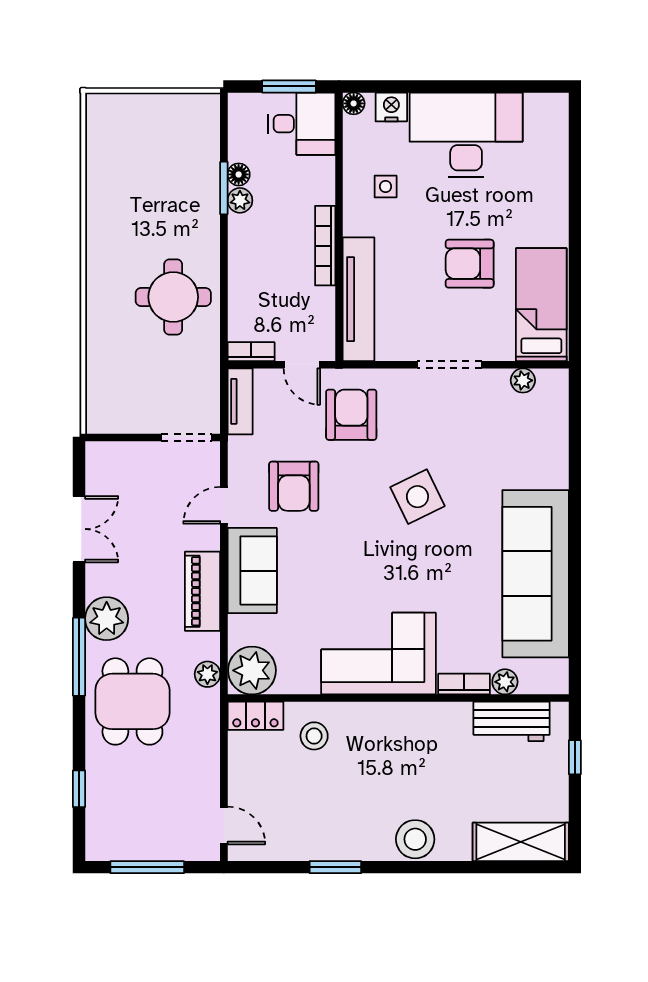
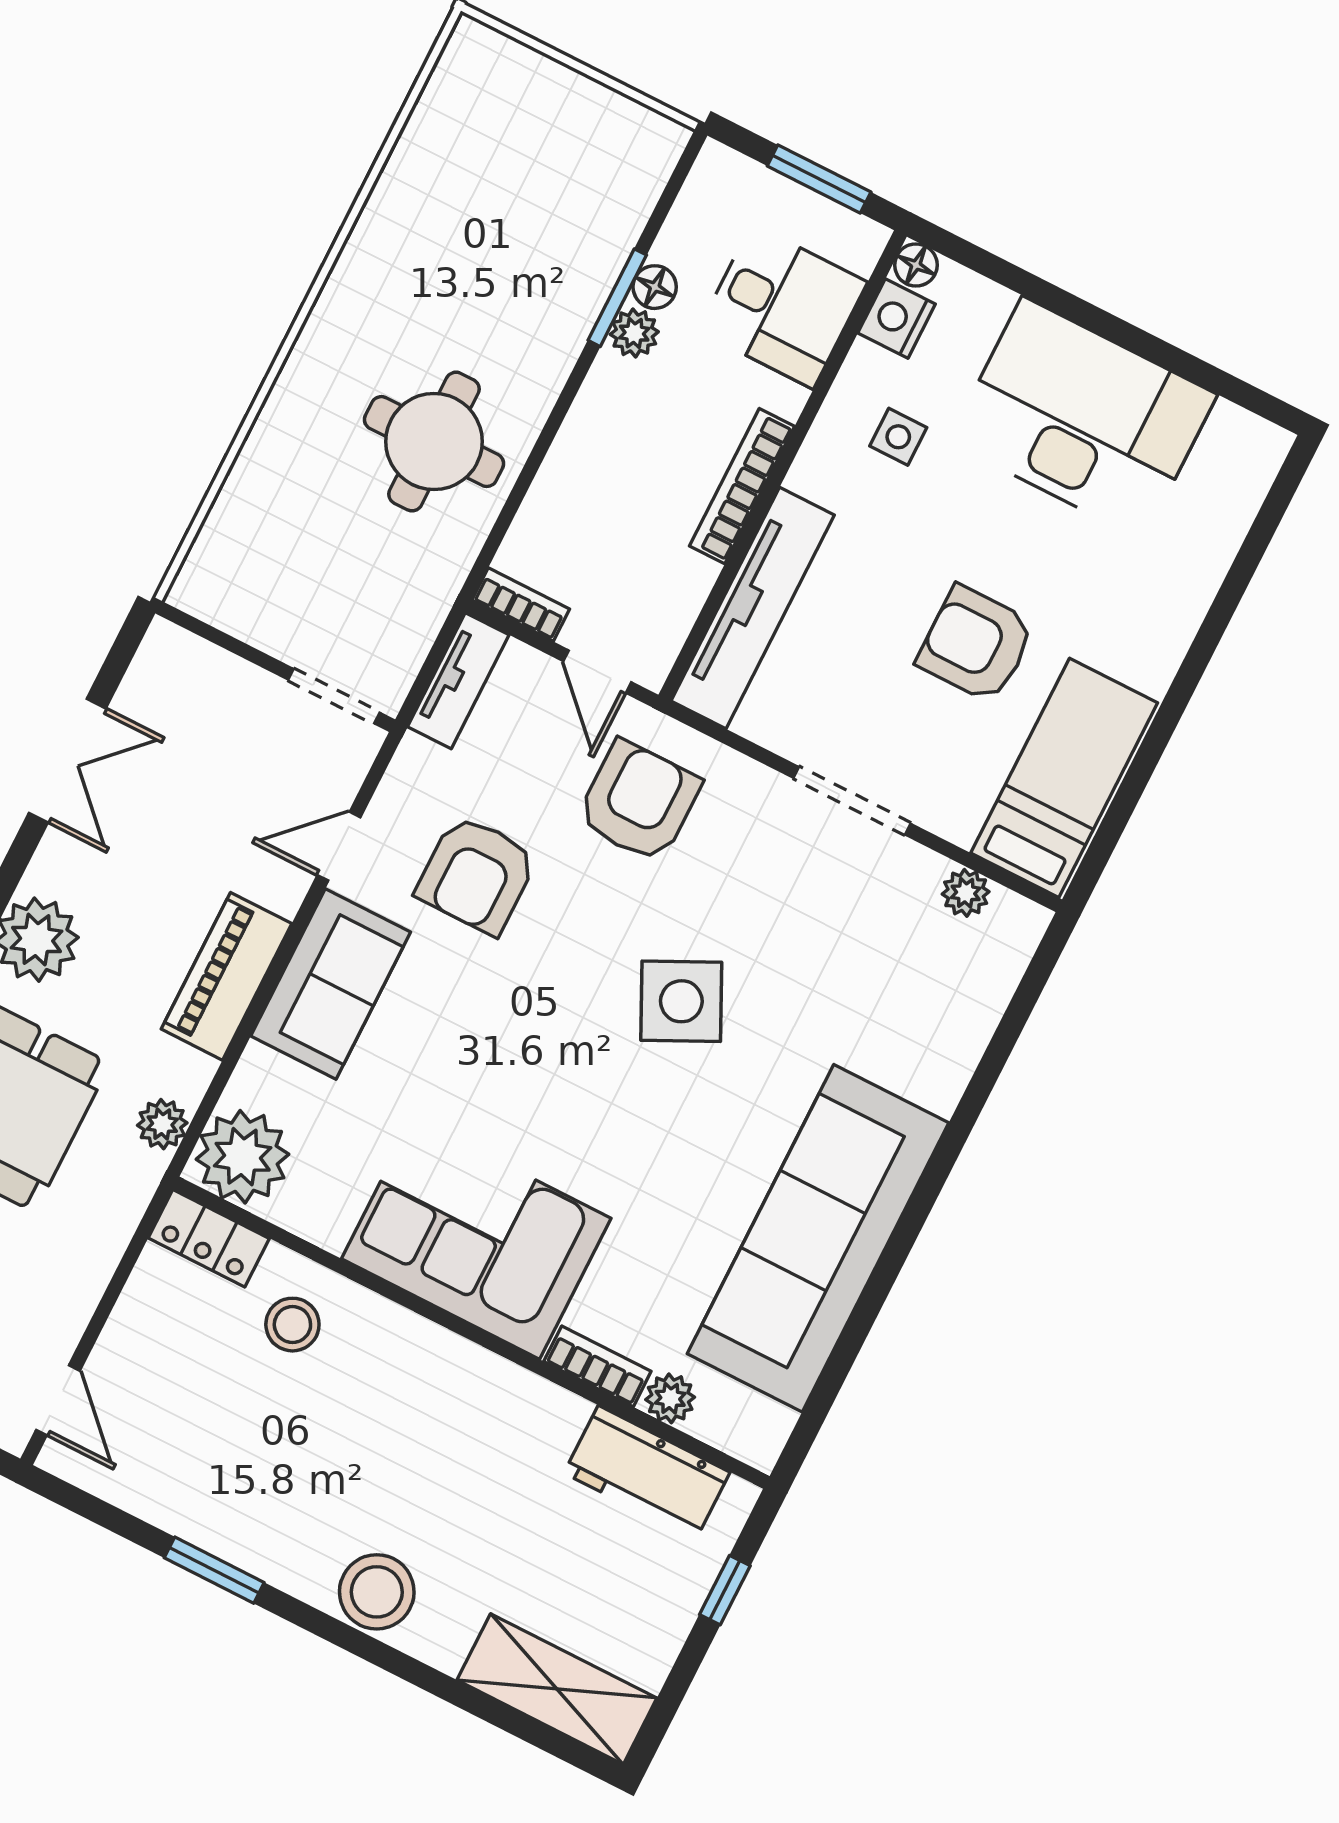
nightstand: (391, 107) -> (897, 319), moved, turned -90
desk: (302, 124) -> (782, 306), moved

